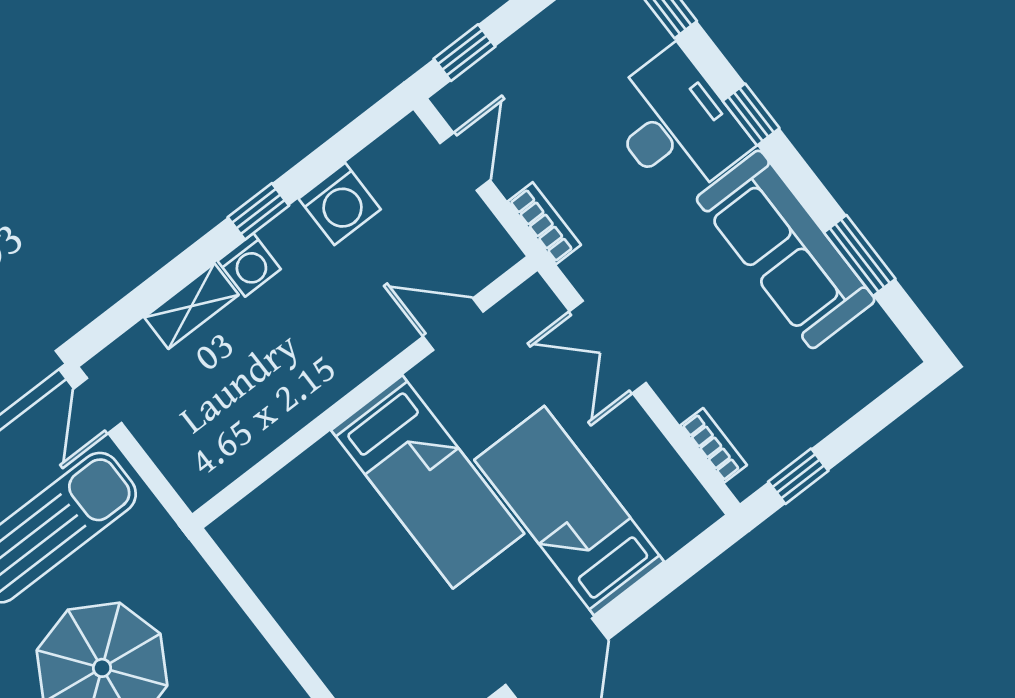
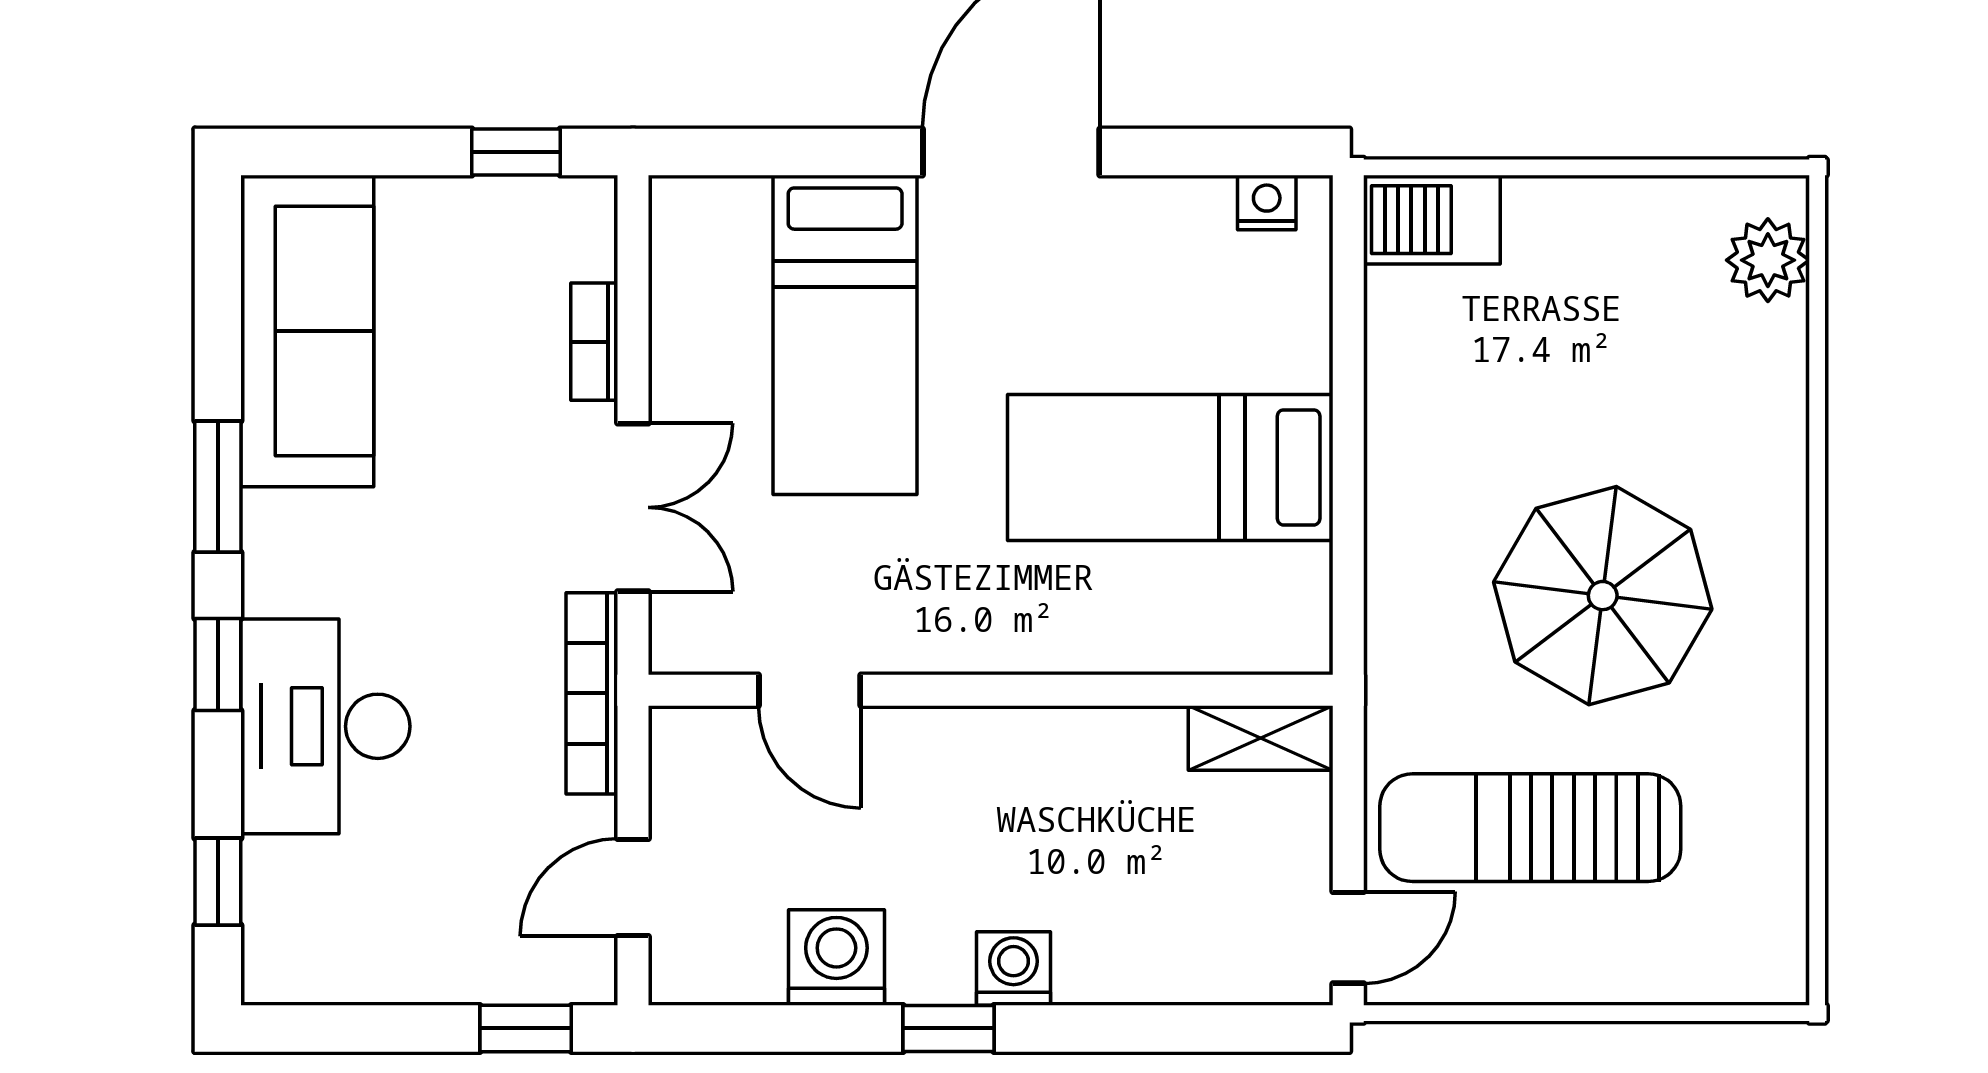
bookcase: (544, 223) -> (592, 693), width x1.56
sofa: (786, 249) -> (307, 331), moved
window: (860, 256) -> (218, 487), moved
shelving: (191, 306) -> (1261, 738), moved
bookcase: (714, 445) -> (594, 342), moved
bed: (428, 482) -> (1170, 467), moved, turned -90

